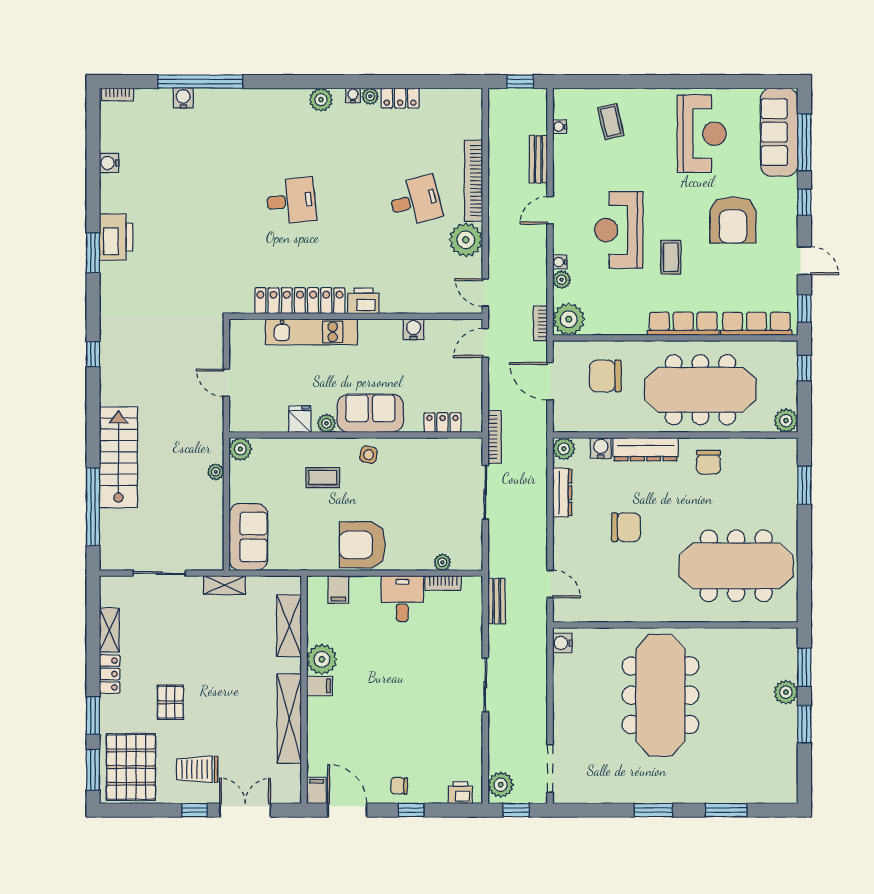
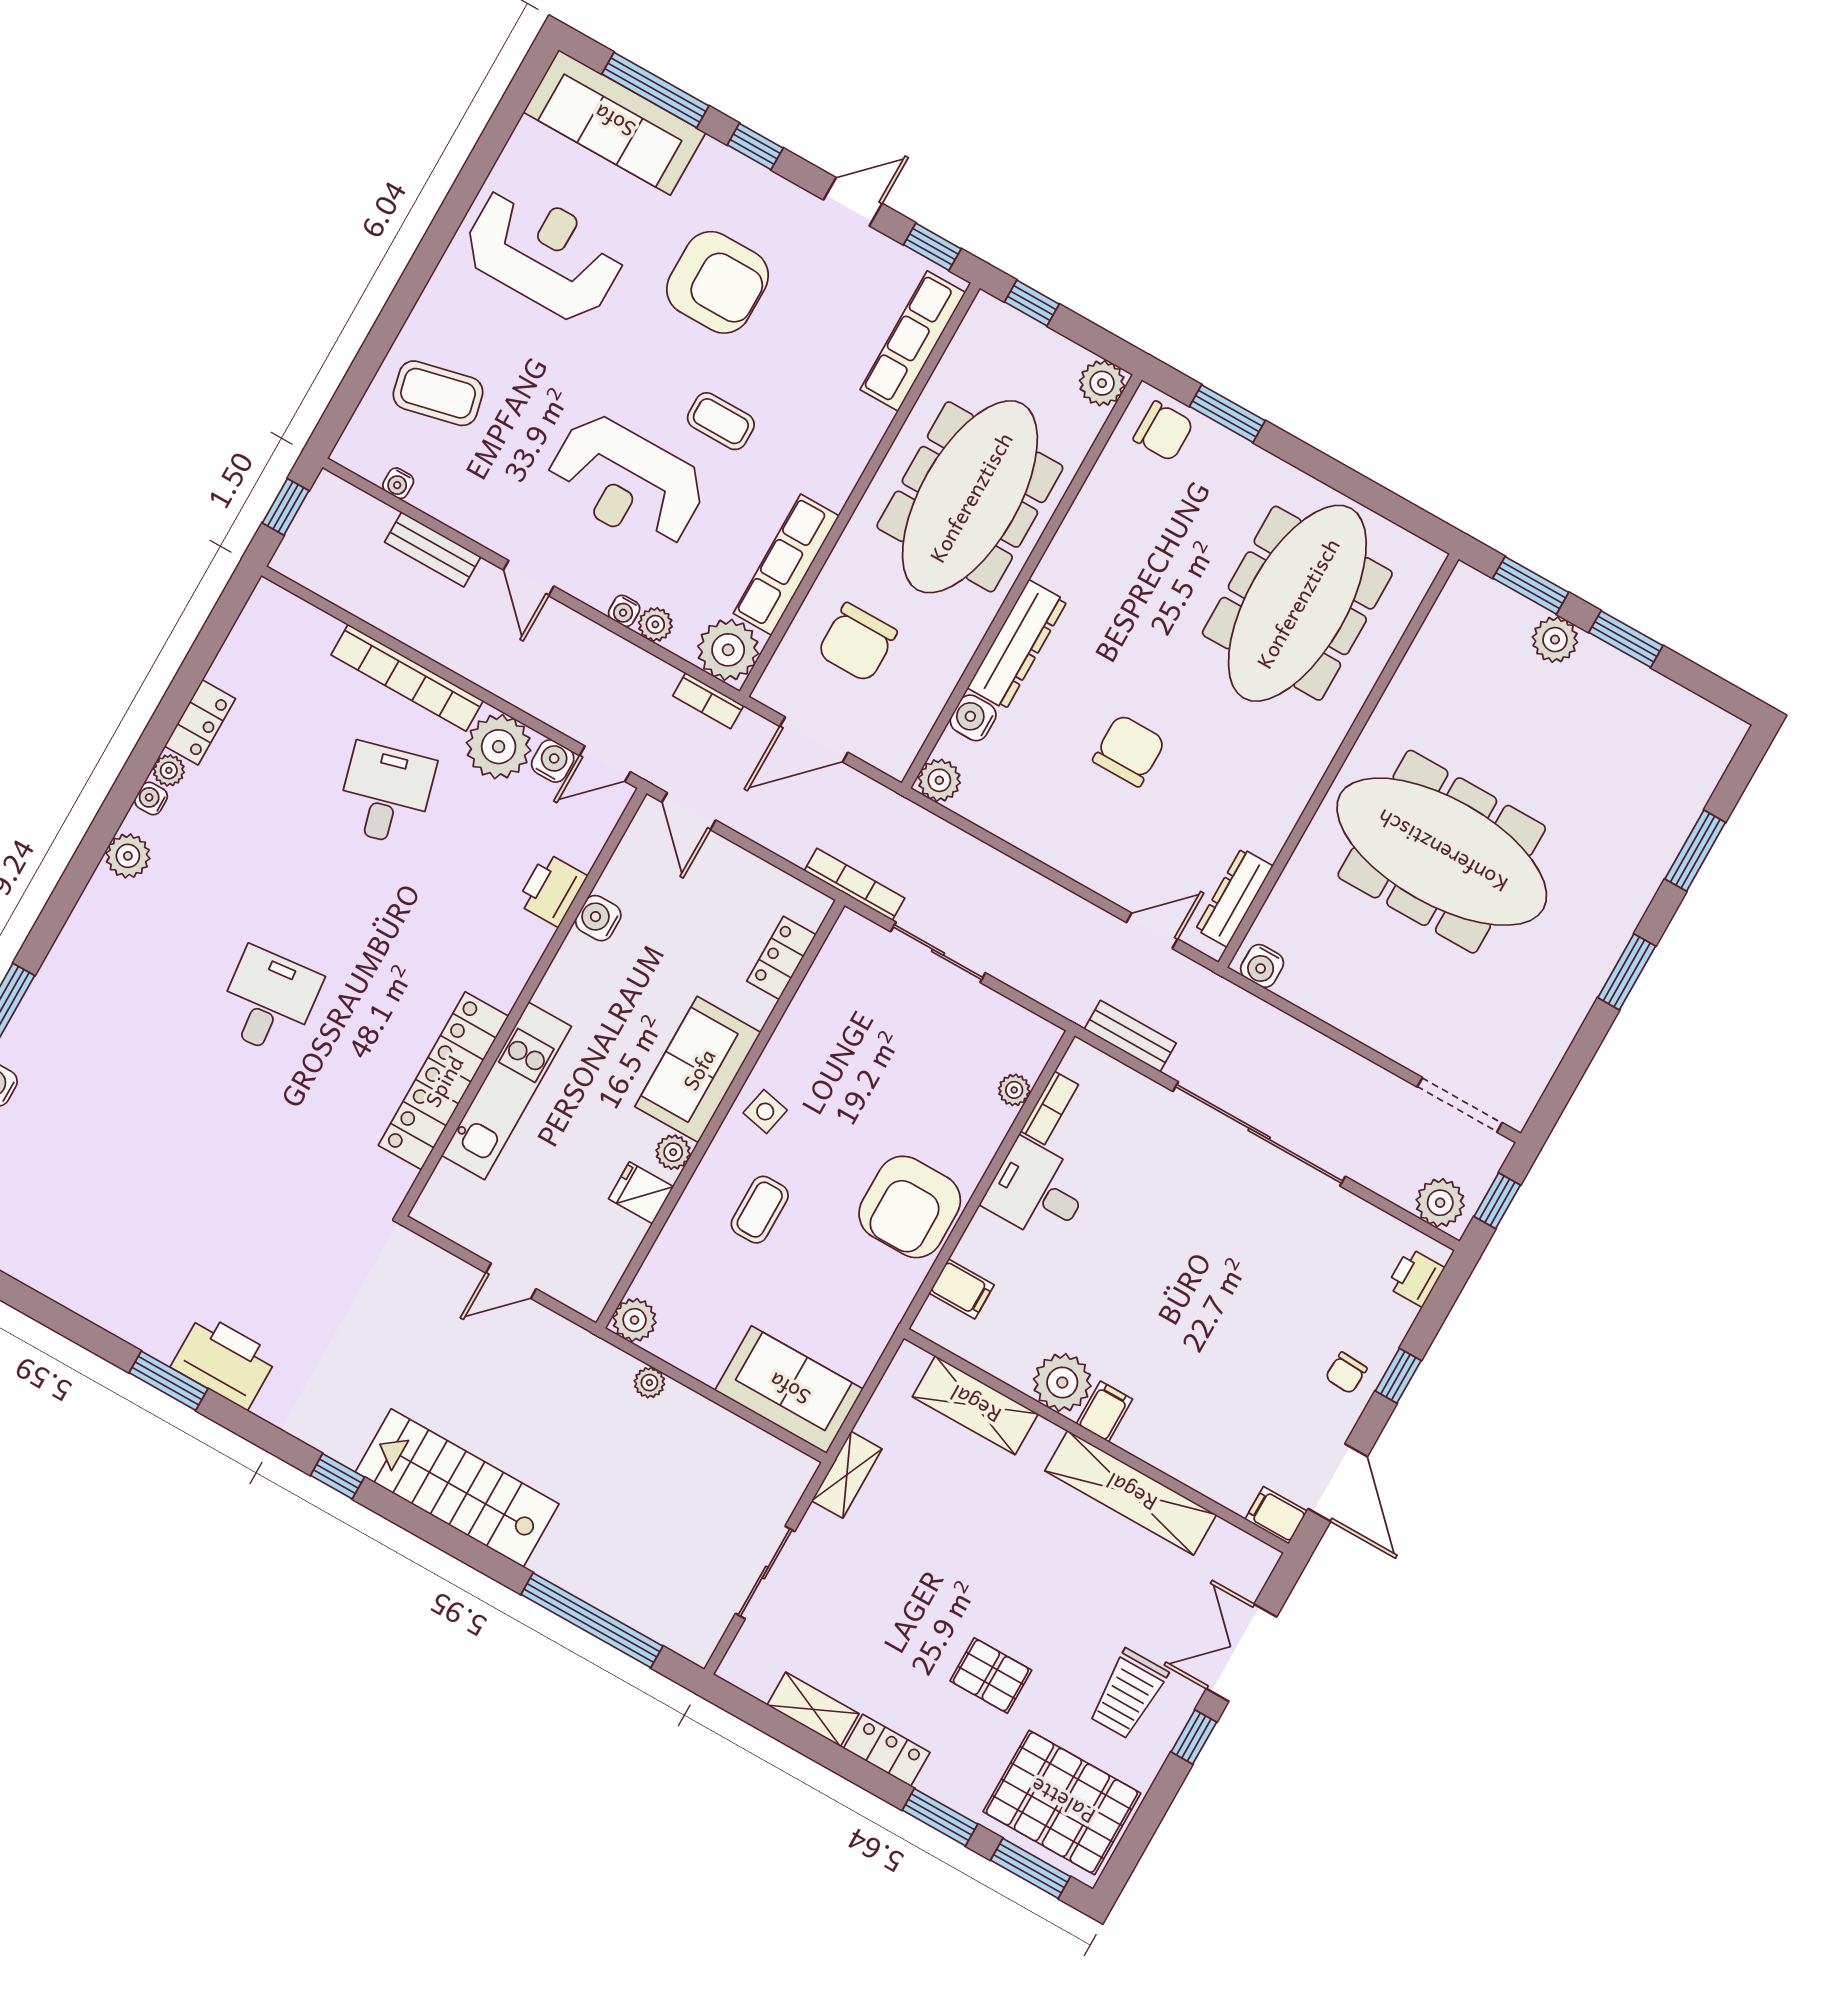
coffee table: (611, 122) -> (438, 393), width x1.36, depth x1.30
water cooler: (109, 163) -> (553, 761), moved, turned 180
printer: (116, 237) -> (224, 1361), moved
printer: (363, 301) -> (552, 890), moved
row of seats: (683, 324) -> (786, 565), moved
stairs: (118, 457) -> (457, 1488), moved
chair: (708, 462) -> (1163, 431), moved
dresser: (562, 493) -> (1234, 898), moved, turned -90
sliding door: (485, 685) -> (1259, 1134), width x1.86
door: (347, 810) -> (1338, 1483), swing flipped

